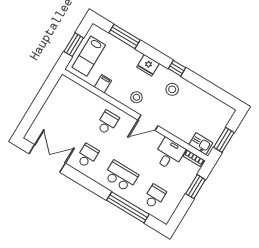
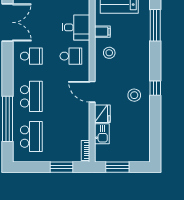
fridge: (148, 65) -> (102, 114), moved, turned 180
stool: (136, 97) -> (109, 53), moved
kitchen sink: (201, 144) -> (102, 134), moved
desk: (169, 154) -> (76, 27), moved
school desk: (155, 196) -> (31, 137), width x1.85

